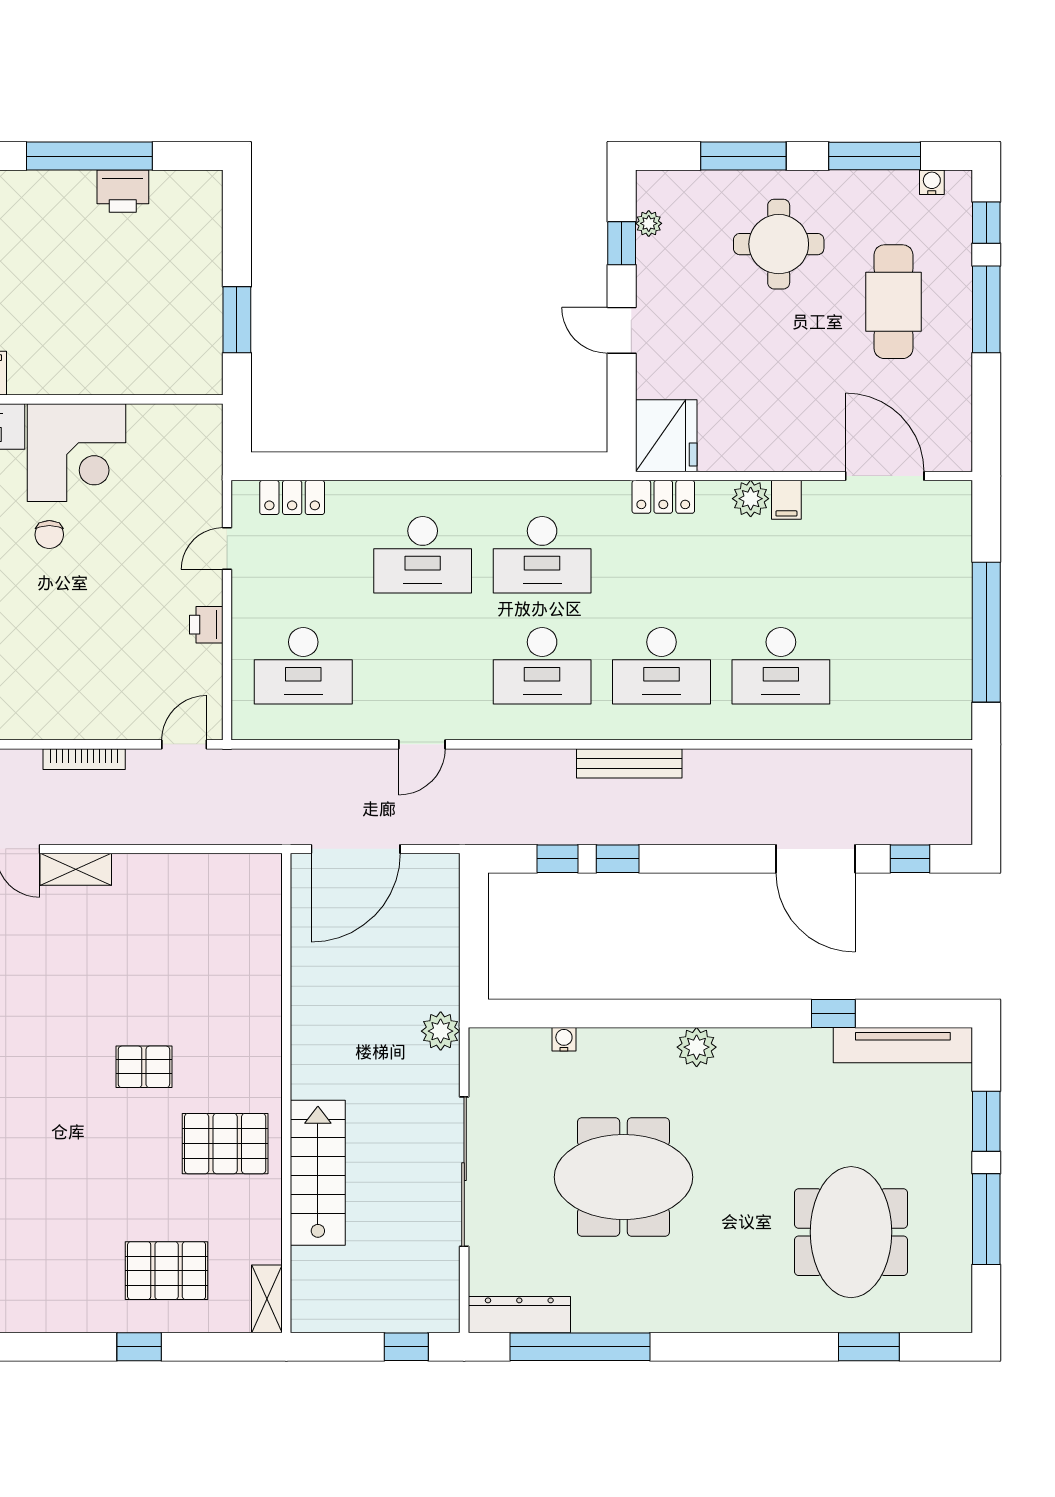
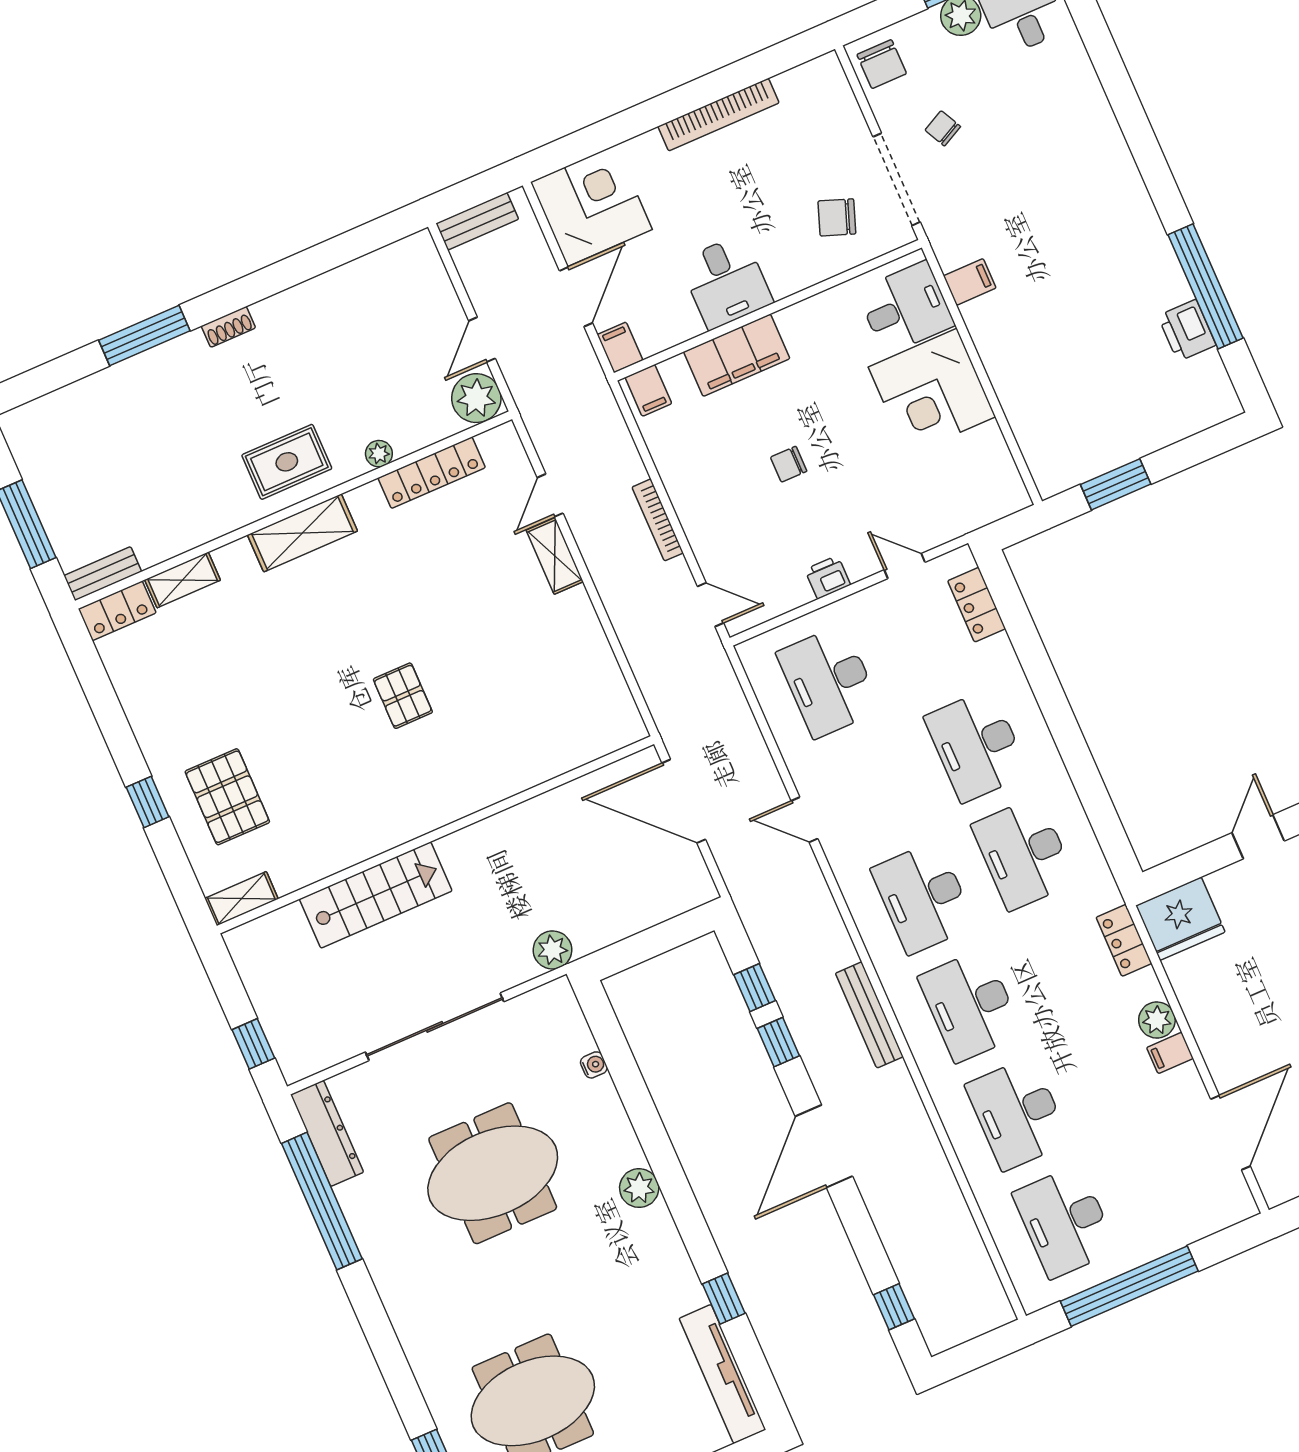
chair: (49, 535) -> (789, 464), moved
desk: (900, 666) -> (1065, 1222), added
door: (815, 859) -> (824, 1146), moved
pallet: (225, 1144) -> (365, 800), removed
meeting table: (623, 1177) -> (493, 1173), turned 90

